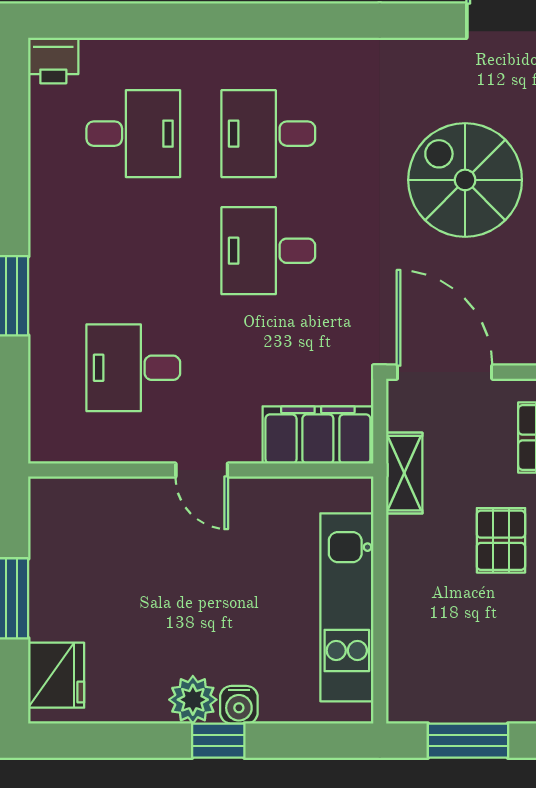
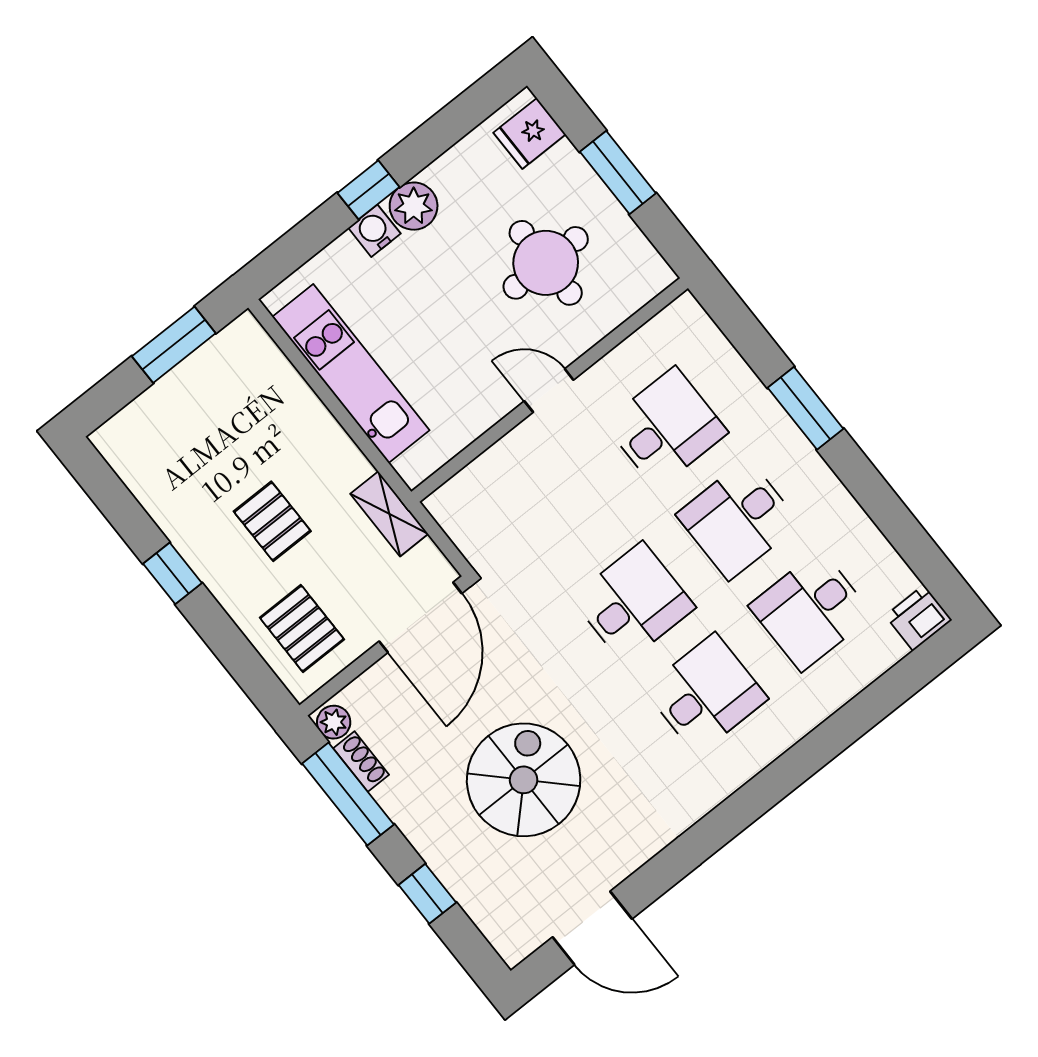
spiral stairs: (465, 180) -> (524, 780), turned -90
desk: (133, 251) -> (738, 519), added
door: (445, 372) -> (420, 617), hinge flipped
filing cabinet: (318, 435) -> (480, 490), removed
round table: (125, 572) -> (546, 263), added
fridge: (56, 675) -> (530, 133), width x0.72

